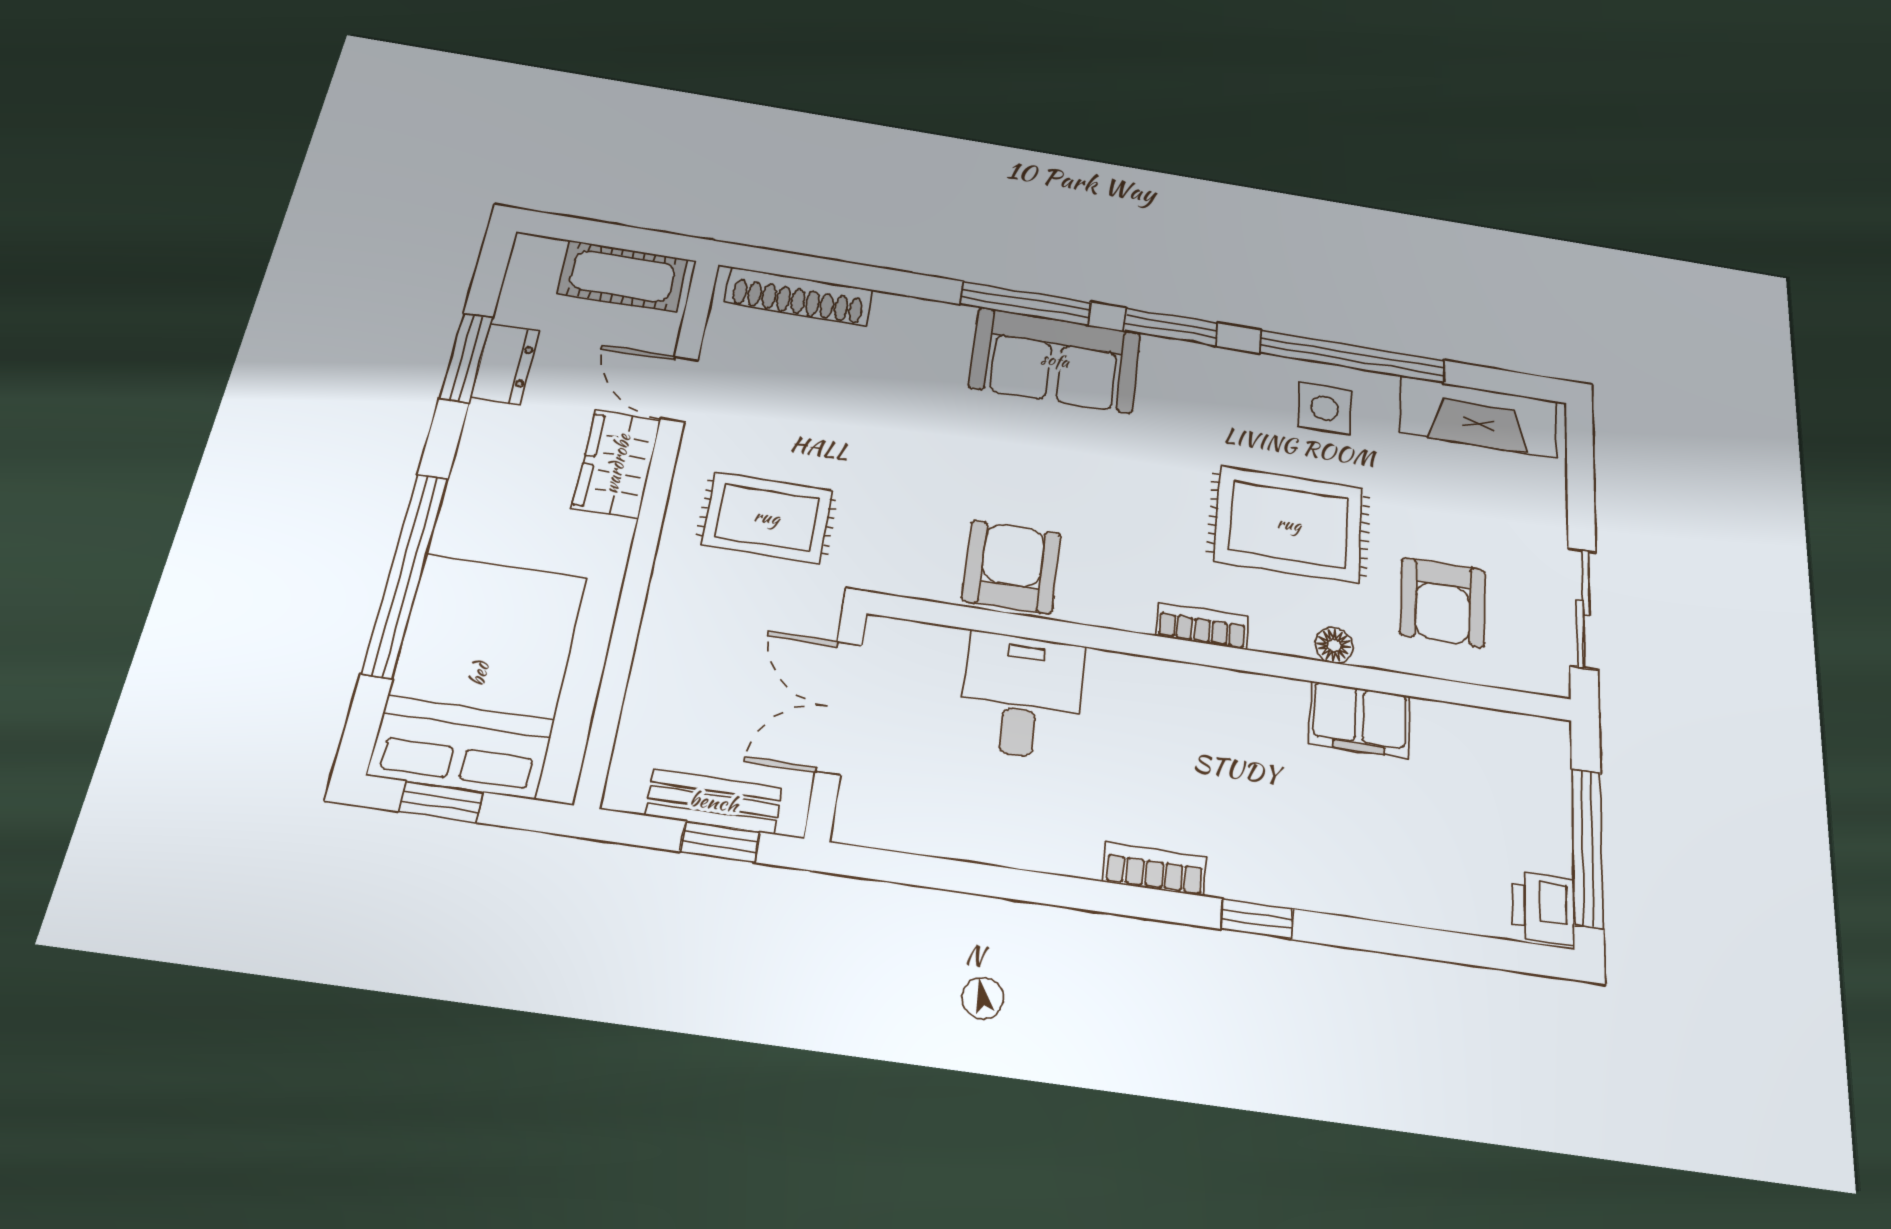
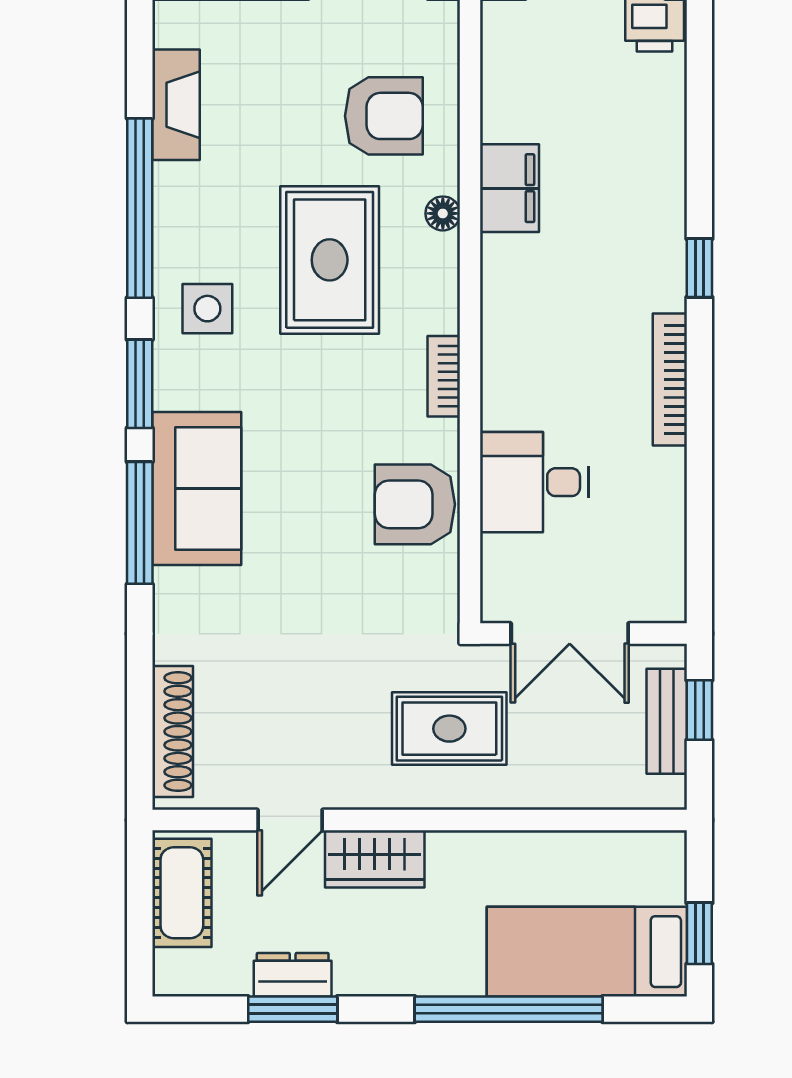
side table: (1325, 408) -> (207, 309), moved
fireplace: (1479, 417) -> (176, 105), width x0.73, depth x0.76
rug: (767, 517) -> (449, 729), moved, turned 90
bookcase: (1202, 626) -> (444, 376), moved
bed: (479, 674) -> (587, 952), width x0.67
bookcase: (1155, 869) -> (670, 380), width x1.56

